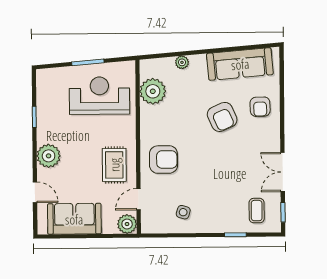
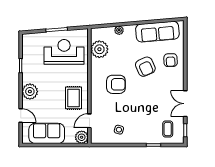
armchair: (163, 160) -> (116, 84), moved

